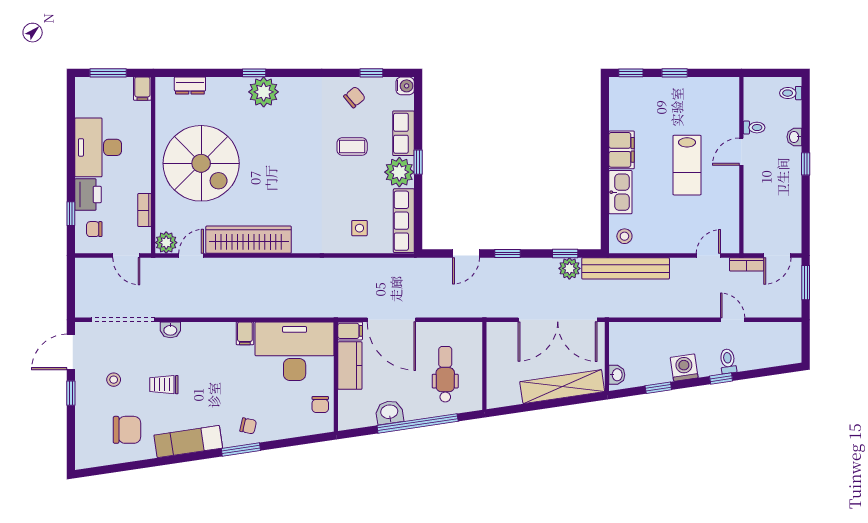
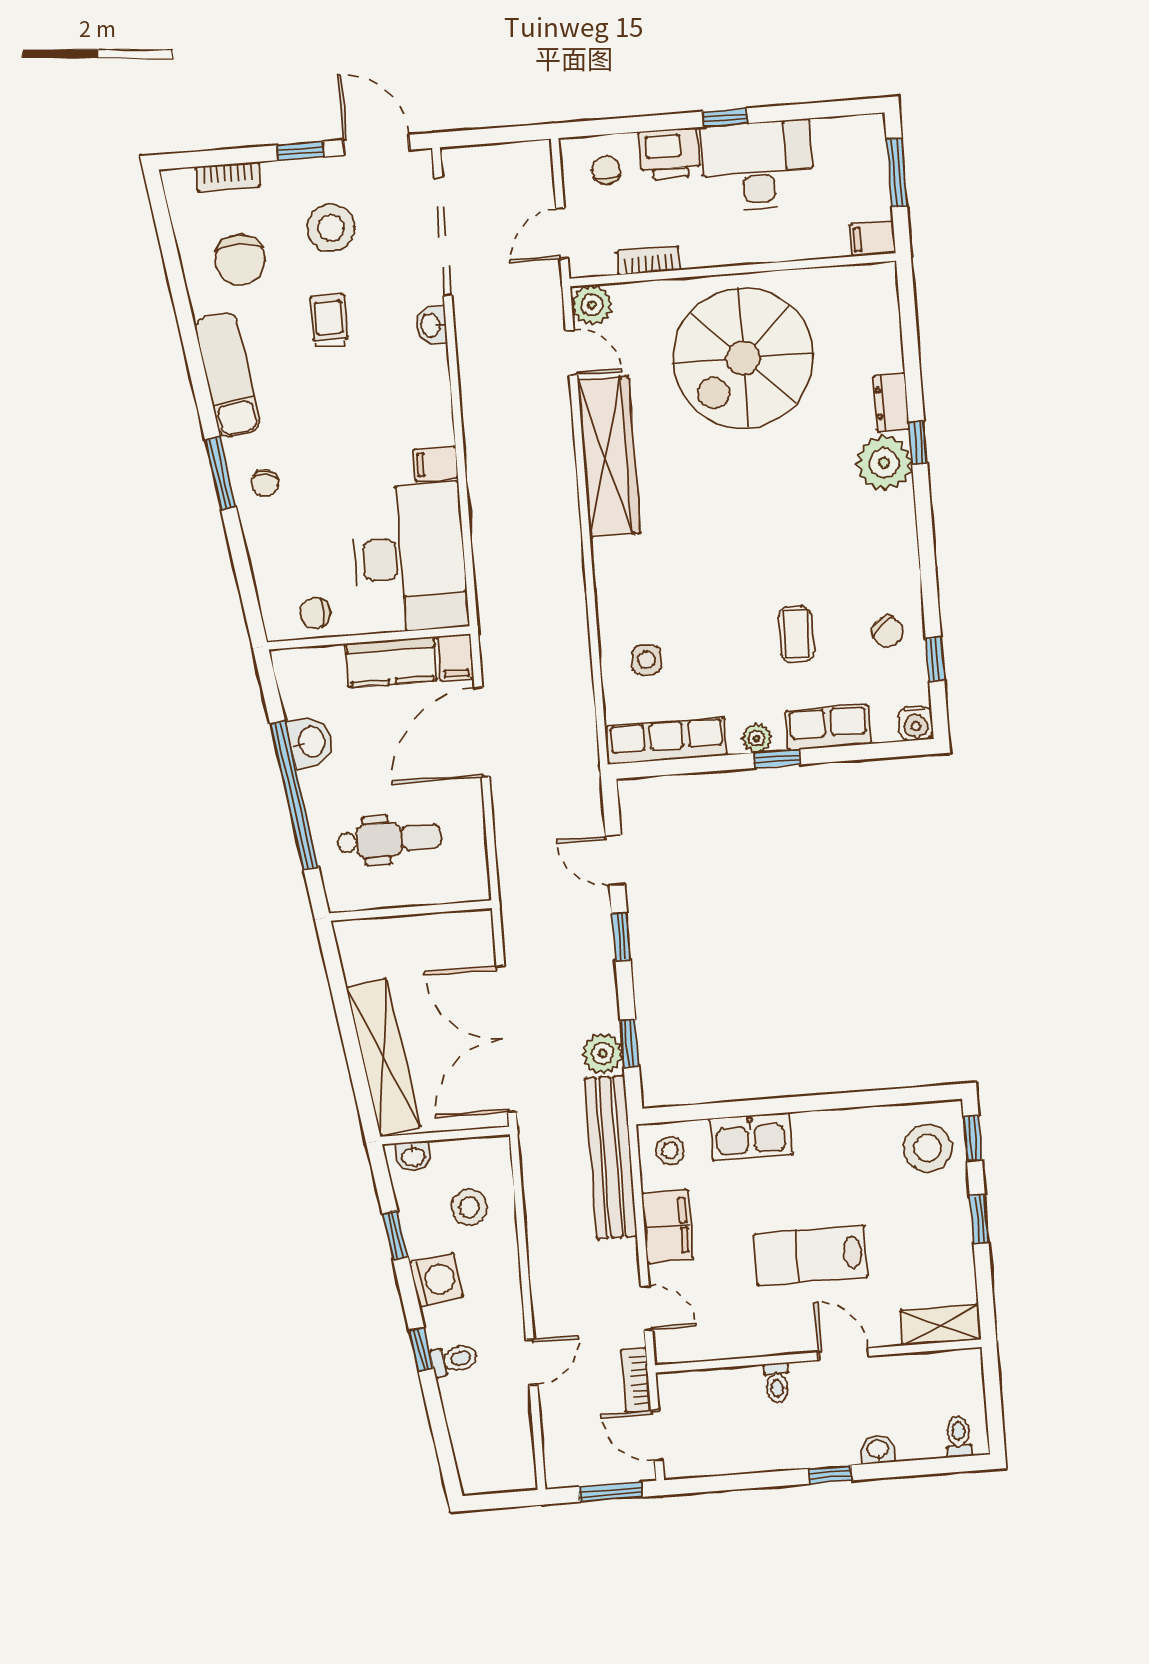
dresser: (190, 86) -> (891, 403), moved
stool: (634, 98) -> (927, 1148), added
shelving: (730, 98) -> (940, 1325), added
toilet: (754, 128) -> (777, 1383), moved
filing cabinet: (622, 150) -> (667, 1226), moved, turned -90
plant: (399, 172) -> (757, 738), width x0.53, depth x0.53
window: (71, 214) -> (725, 117), moved
stool: (647, 347) -> (469, 1207), added
stool: (114, 380) -> (331, 228), width x1.89, depth x1.89
bookcase: (82, 433) -> (228, 177), added

